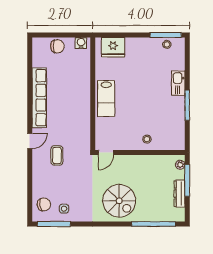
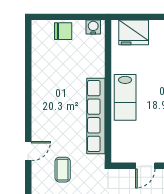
row of seats: (39, 98) -> (96, 116), moved, turned 180
door: (106, 153) -> (145, 166), moved

